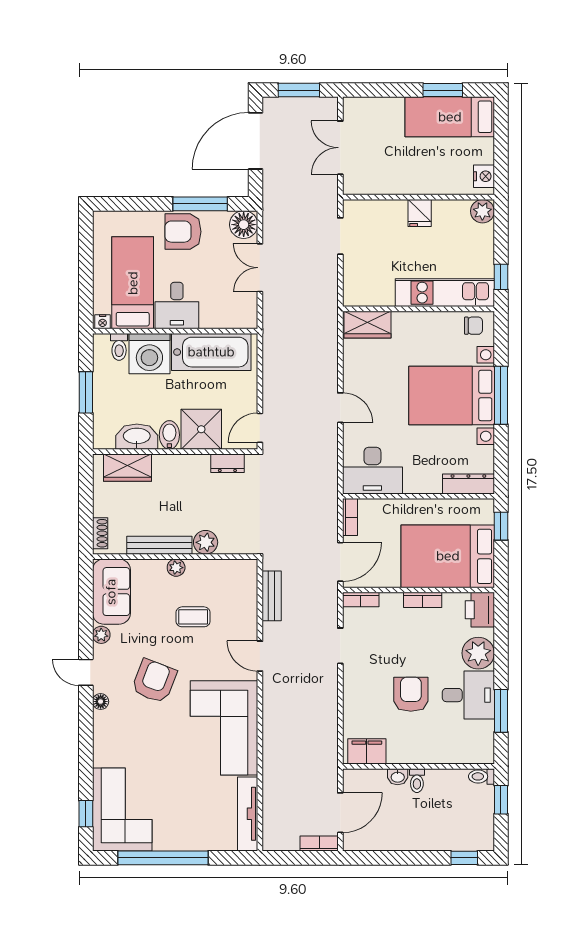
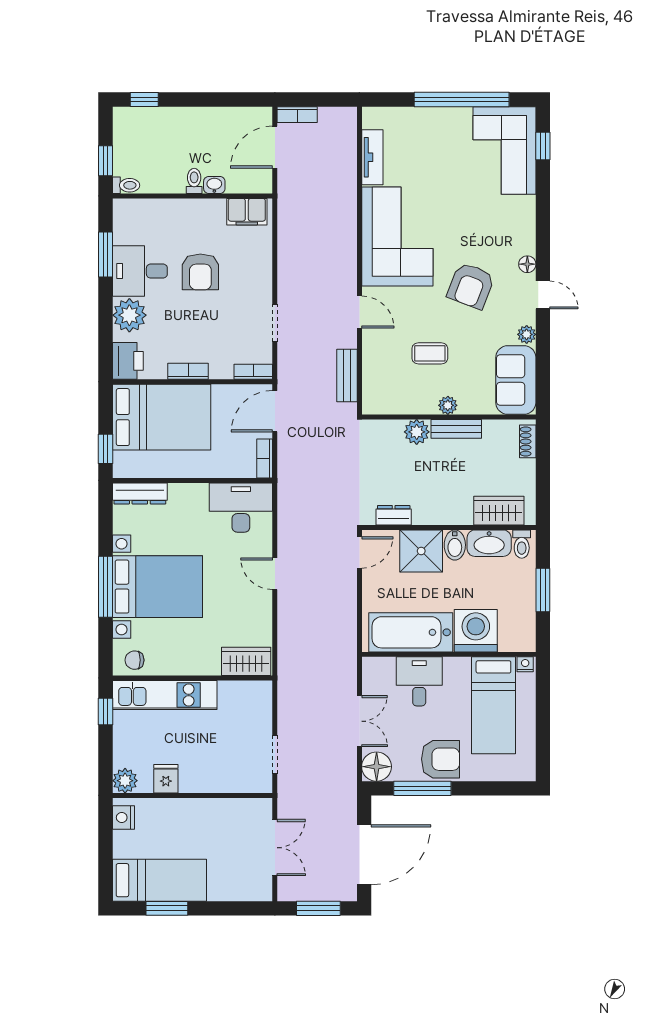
fridge: (420, 213) -> (166, 779), moved
desk: (177, 305) -> (419, 681), moved
toilet: (119, 347) -> (522, 544), moved, turned 180
bench: (159, 545) -> (456, 429), width x0.73
tv unit: (248, 814) -> (372, 157), width x0.71

